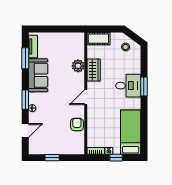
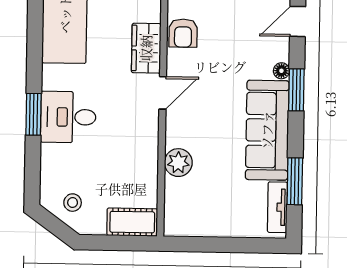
wardrobe: (94, 70) -> (146, 48), moved
sofa: (38, 75) -> (267, 130), width x1.36

